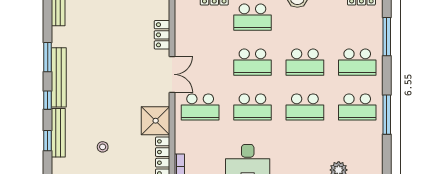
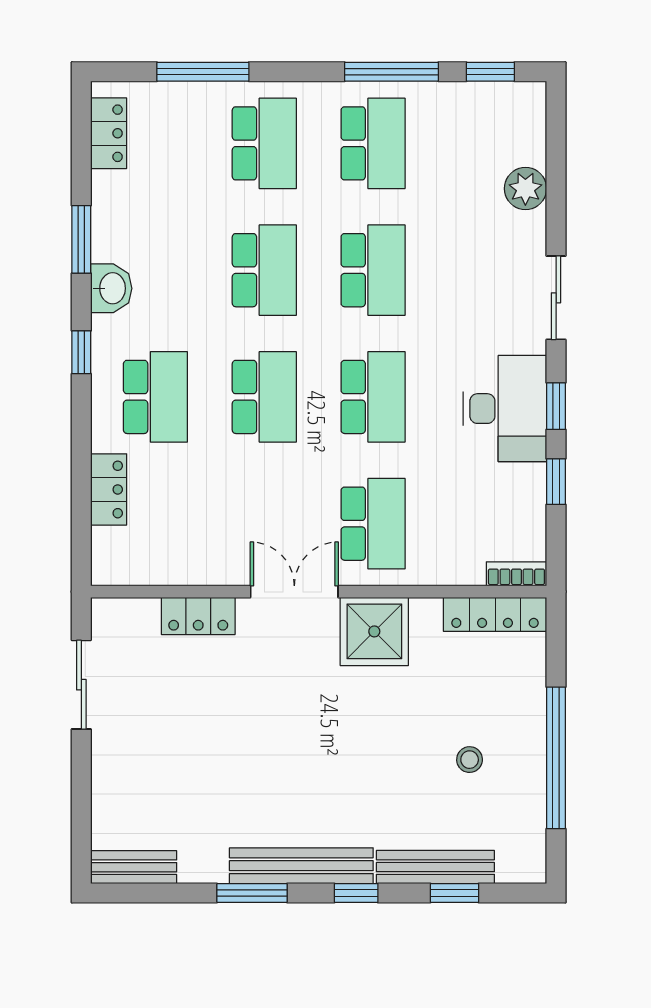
shower: (156, 121) -> (374, 631), moved
window: (387, 155) -> (490, 72), added

